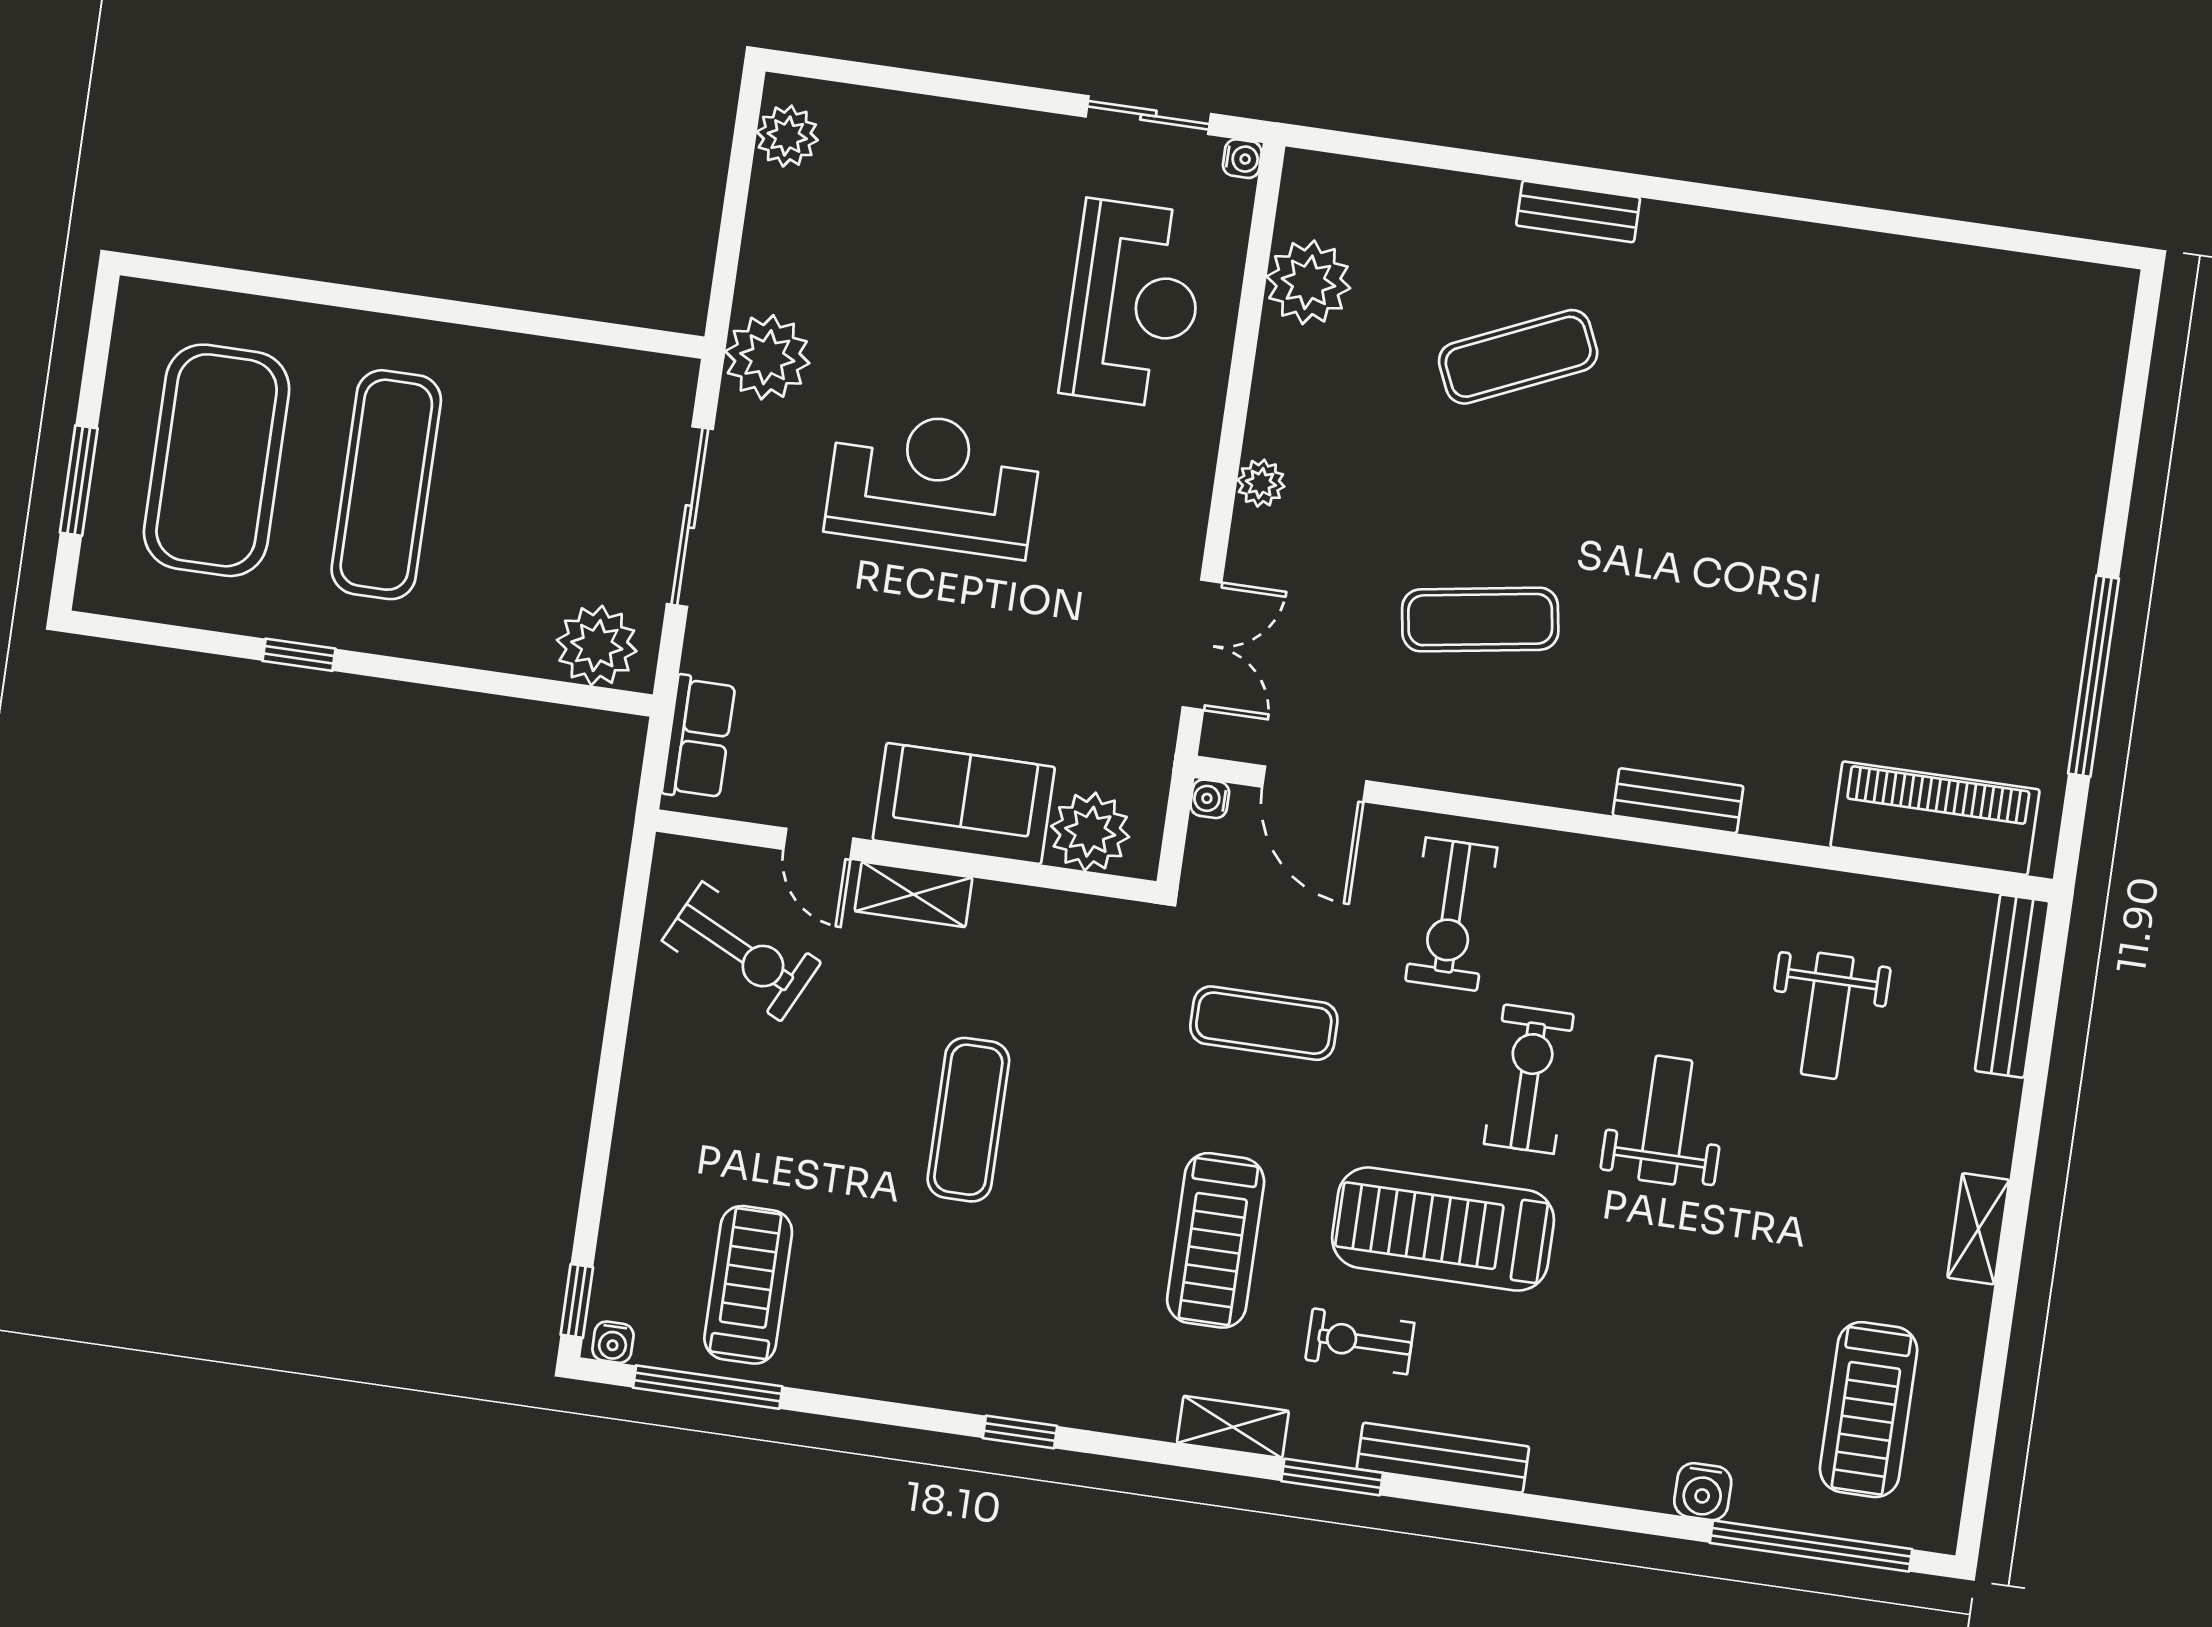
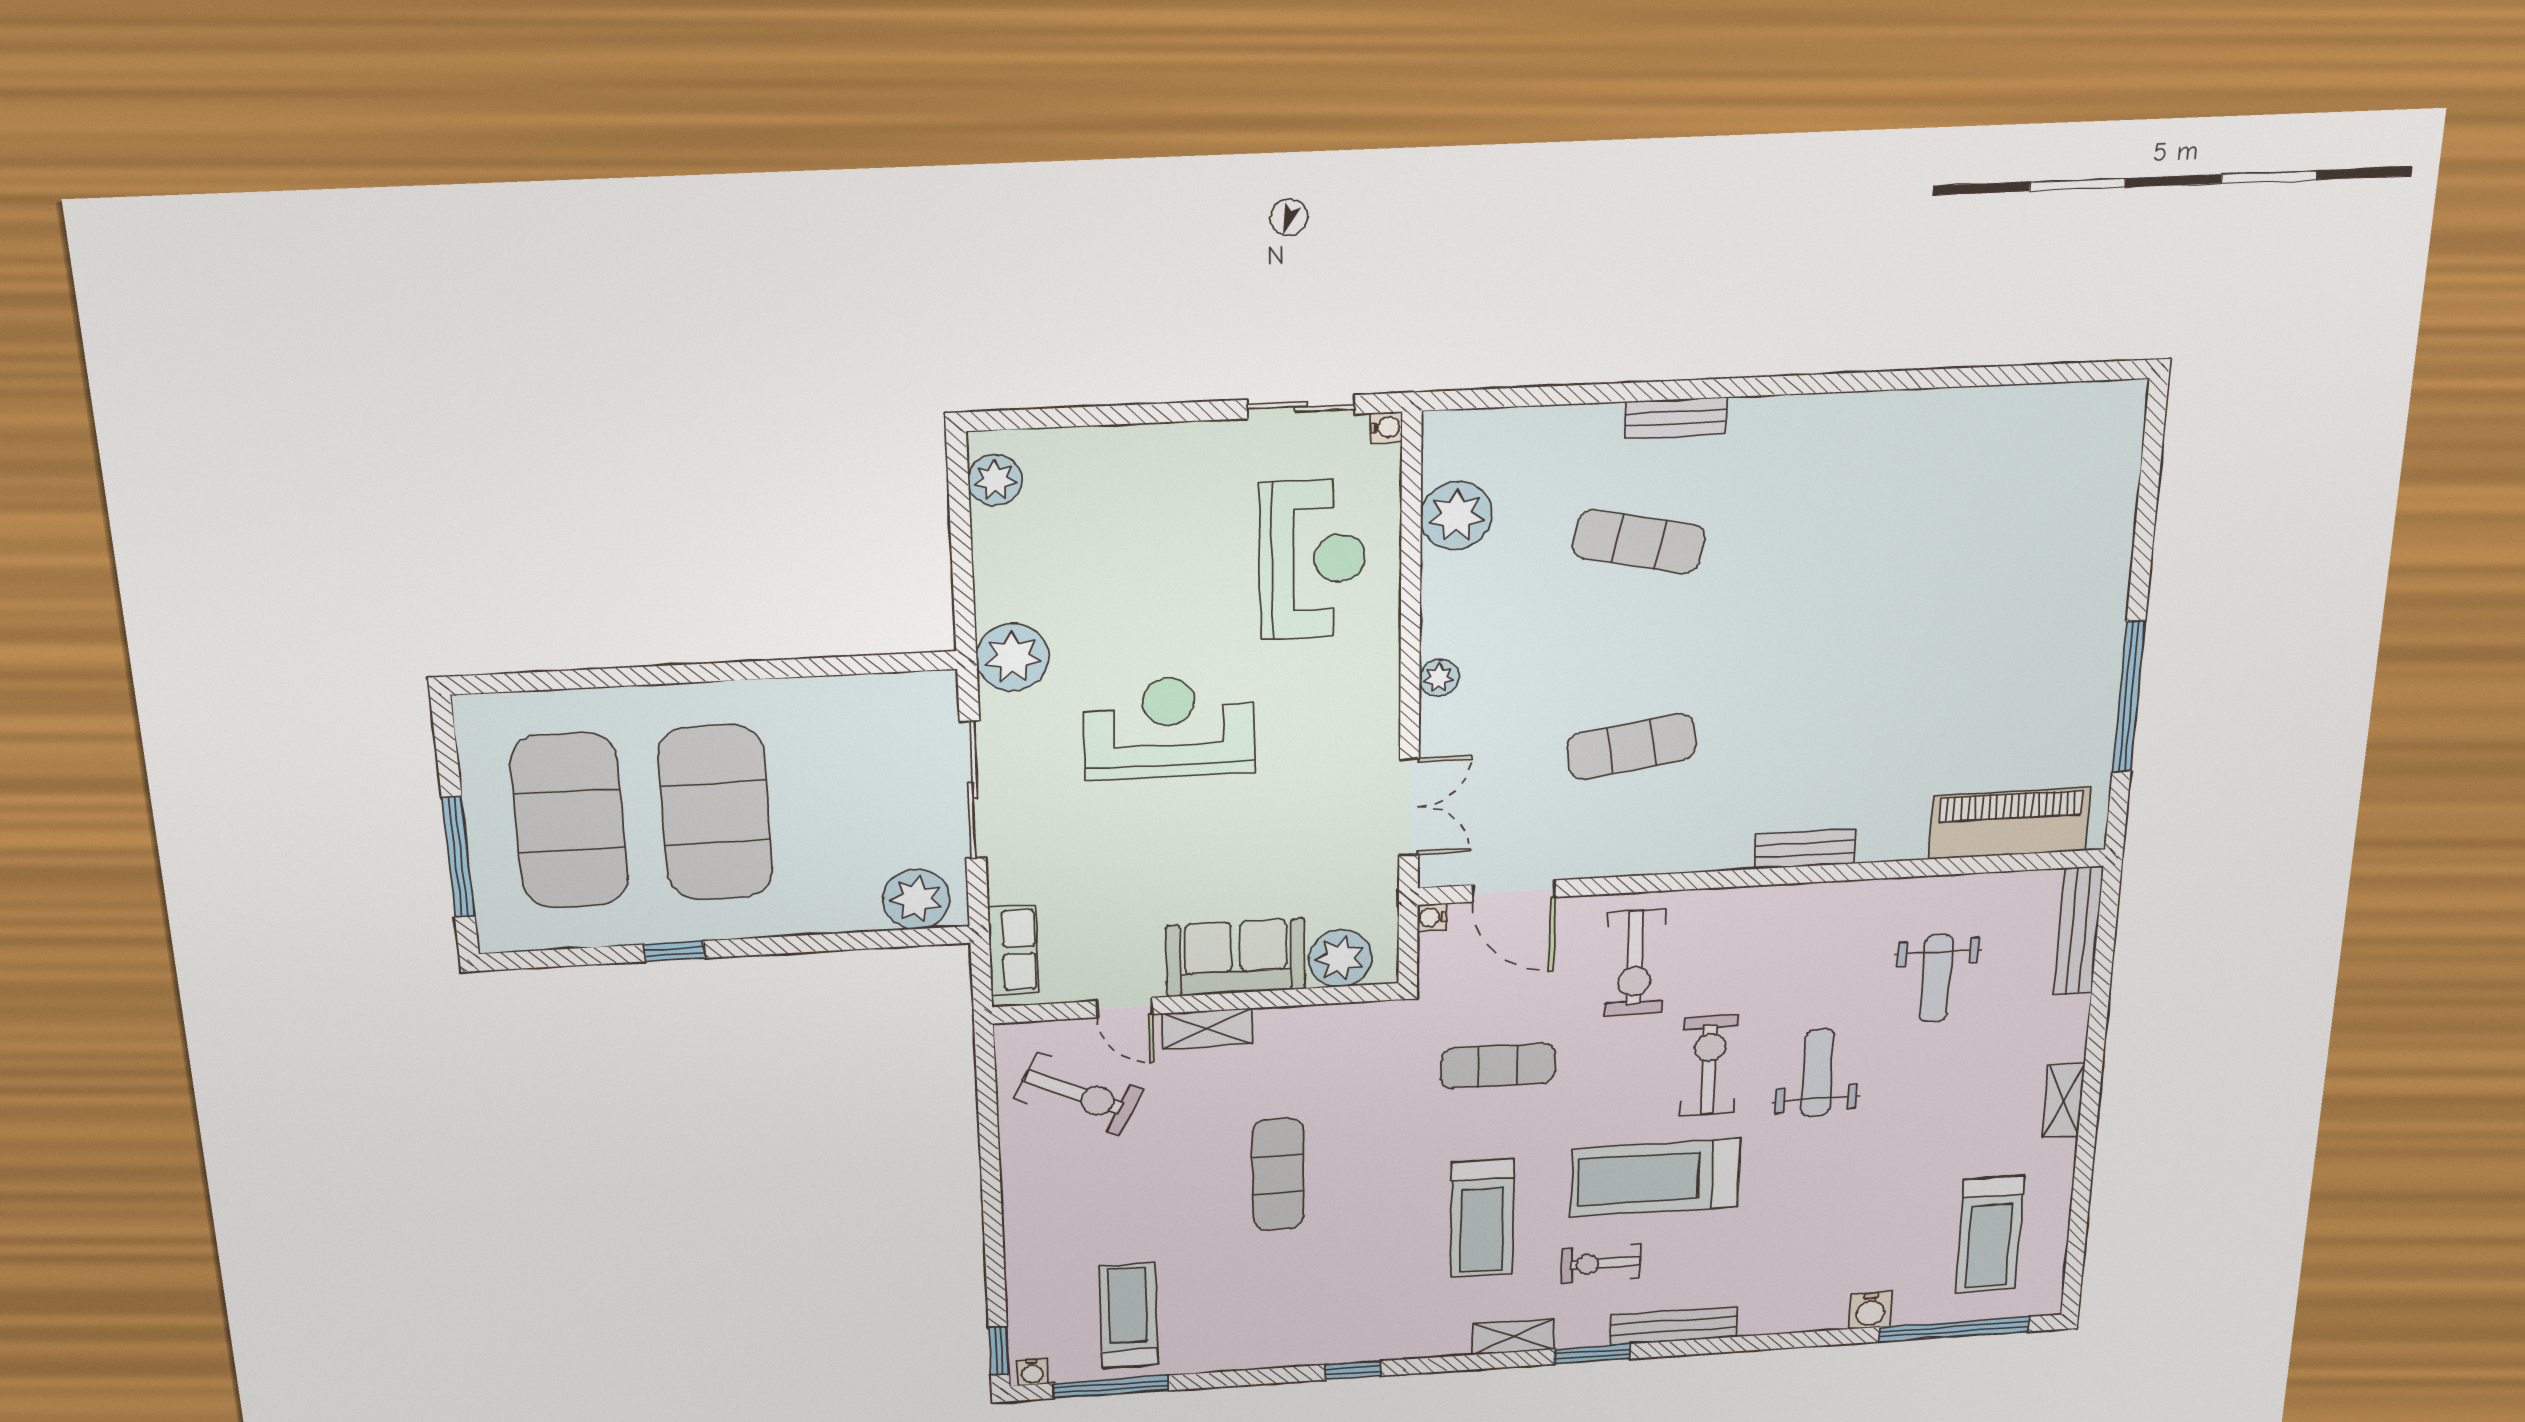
exercise mat: (1518, 357) -> (1639, 542), turned 36
window: (79, 480) -> (458, 857), width x1.44
exercise mat: (386, 485) -> (716, 813), width x1.47

